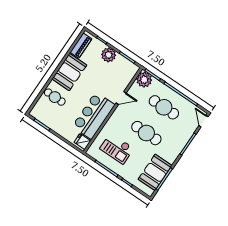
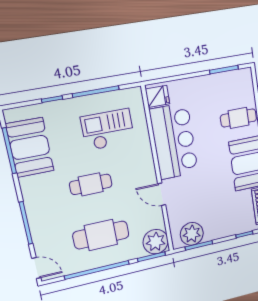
plant: (109, 55) -> (192, 234), moved
door: (121, 98) -> (162, 194), hinge flipped
cafe table: (146, 133) -> (91, 184), width x0.73, depth x0.74

